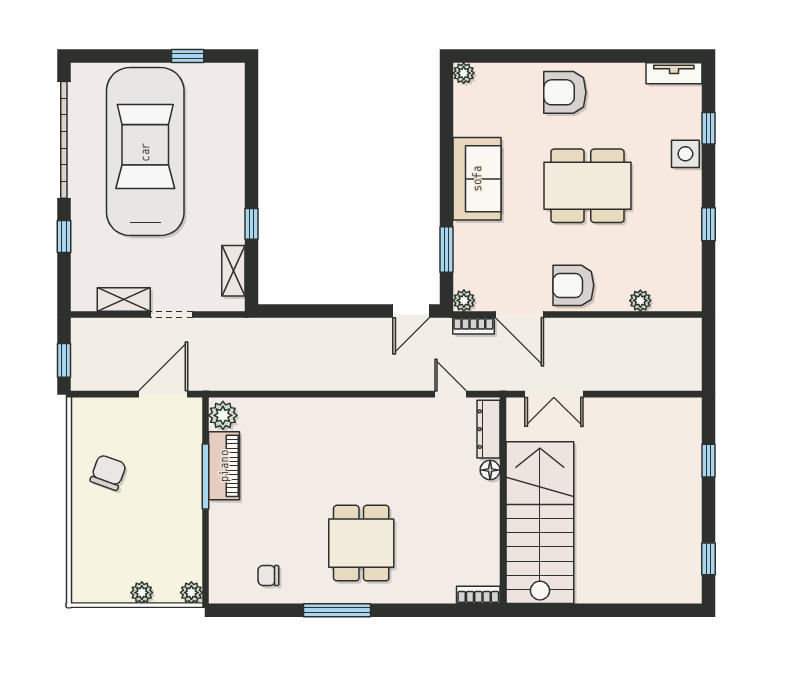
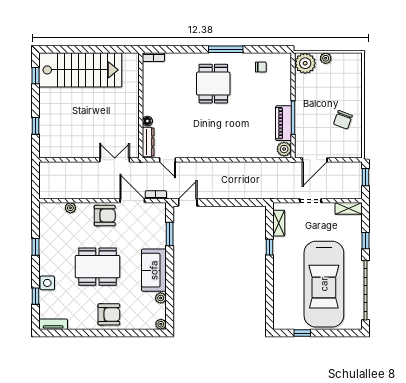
shelving: (124, 299) -> (349, 208), moved
plant: (464, 300) -> (161, 298), moved
stairs: (540, 523) -> (80, 70), moved, turned -90
plant: (191, 593) -> (305, 63), width x1.88, depth x1.88

